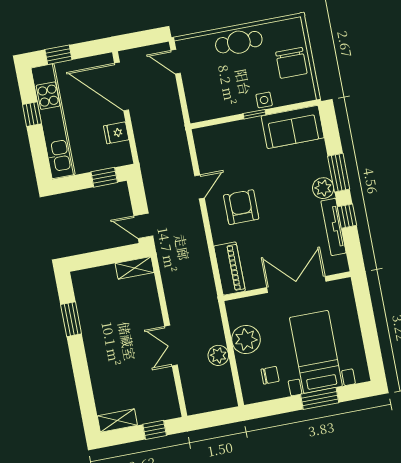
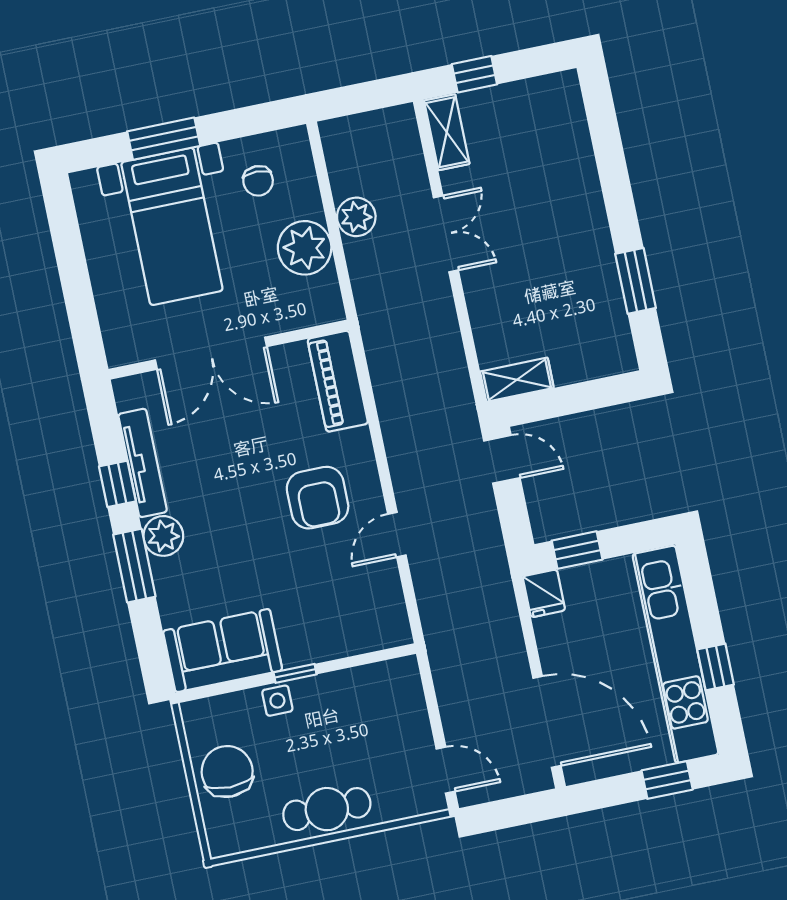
fridge: (116, 133) -> (544, 593), moved, turned 90
chair: (270, 375) -> (258, 181), turned -90
shelving: (117, 421) -> (447, 132), moved, turned 90

